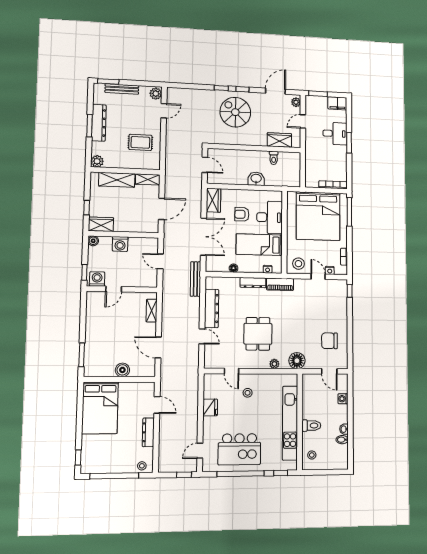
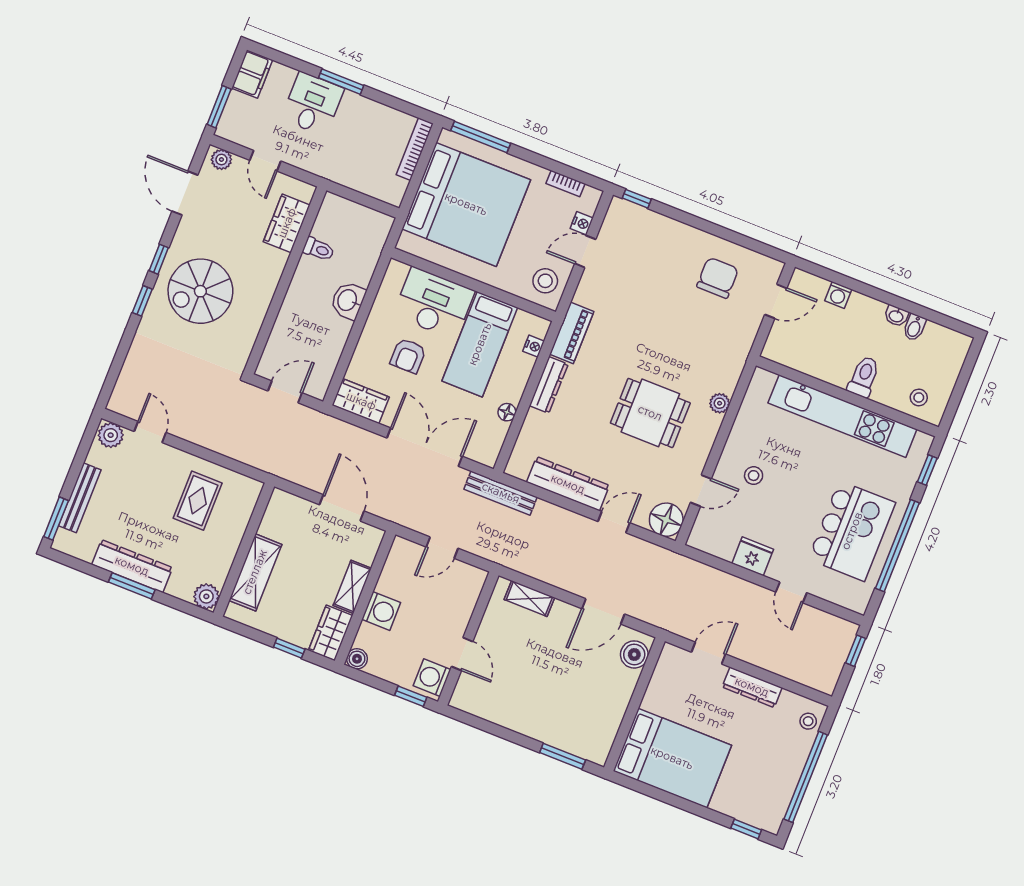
shelving: (148, 179) -> (352, 587), moved
chair: (329, 341) -> (718, 278), turned 180
floor lamp: (297, 361) -> (666, 520), moved
boiler: (122, 370) -> (634, 654), moved
door: (200, 451) -> (791, 592), moved

